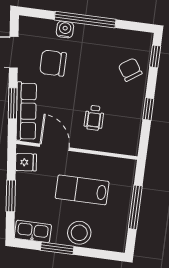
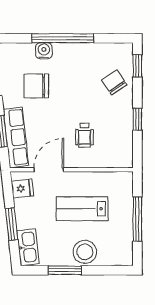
door: (54, 147) -> (49, 170), hinge flipped
kitchen sink: (33, 231) -> (28, 247), moved, turned 84

